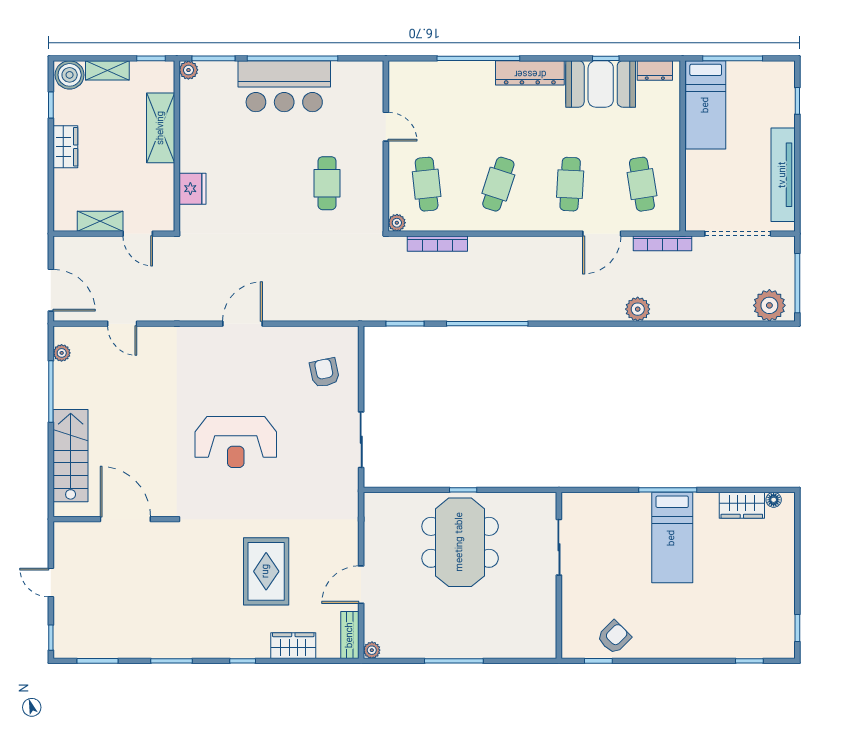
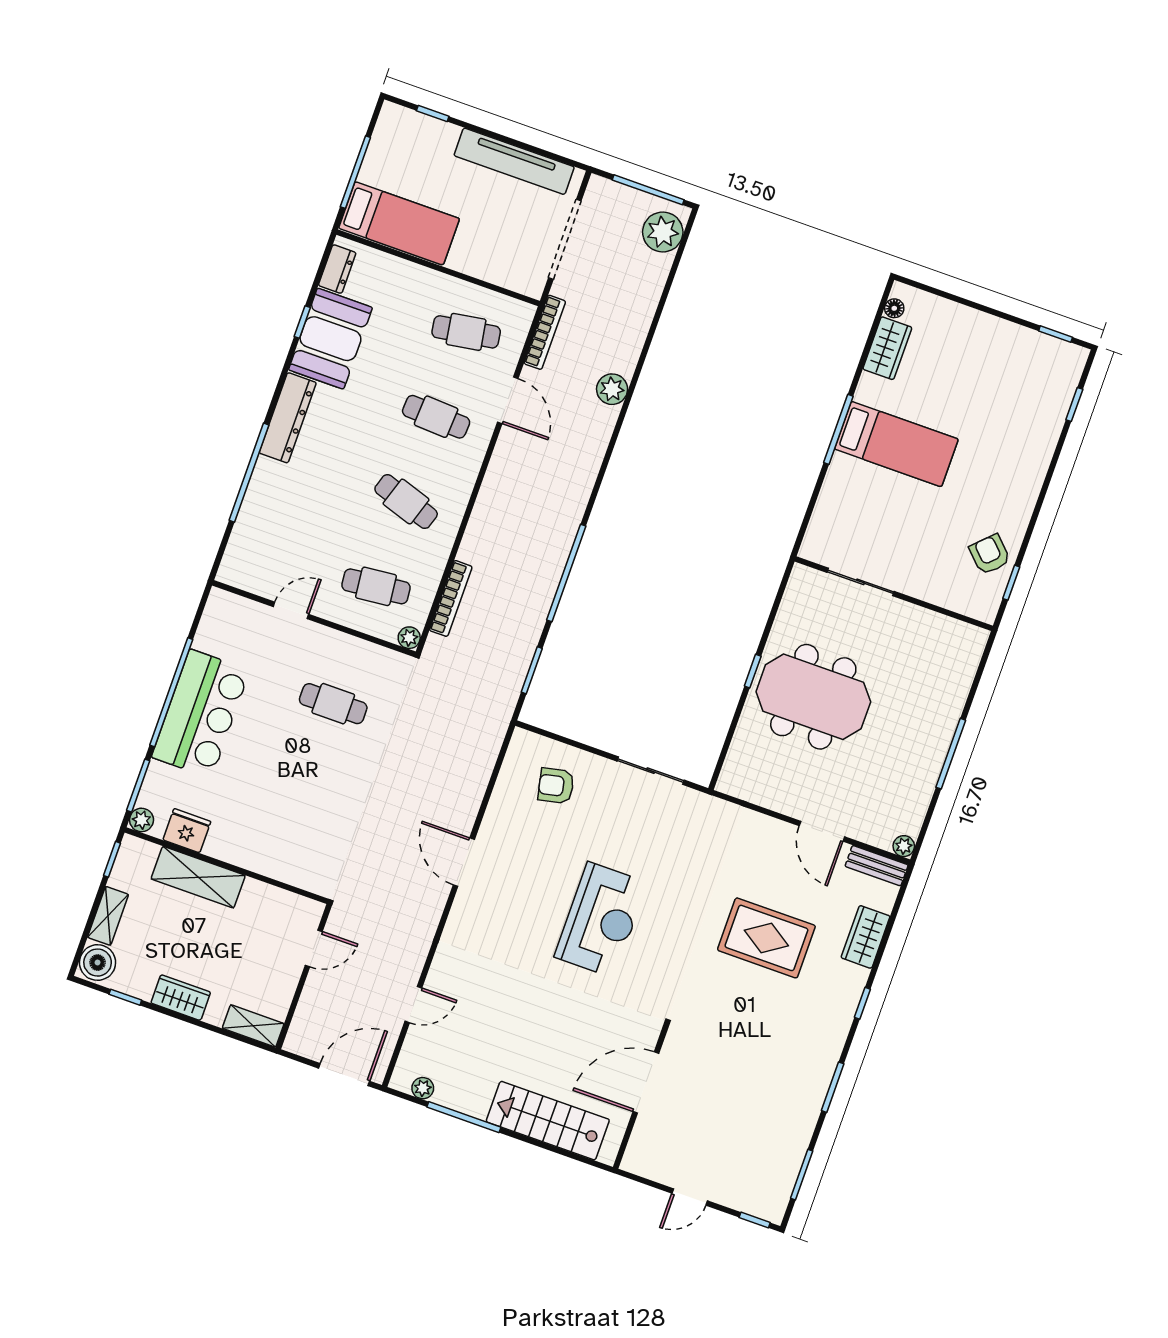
fridge: (192, 189) -> (187, 831), moved
shelving: (100, 221) -> (253, 1026), moved, turned 90

